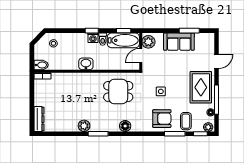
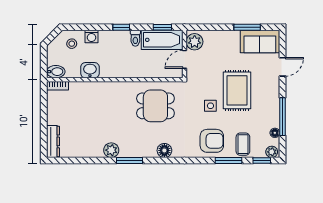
washing machine: (93, 38) -> (91, 36), moved
sofa: (179, 42) -> (260, 41), moved
washbasin: (86, 64) -> (90, 70), moved
rug: (201, 87) -> (237, 90), moved

